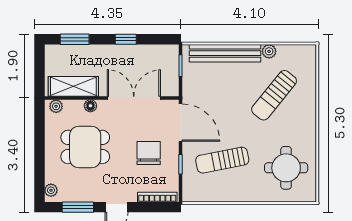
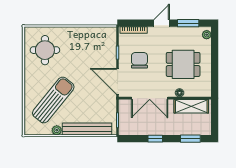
sun lounger: (274, 95) -> (53, 100), width x1.36, depth x1.34
plant: (56, 106) -> (203, 92), removed
chair: (149, 153) -> (139, 60), turned 180
sun lounger: (222, 160) -> (89, 55), removed

